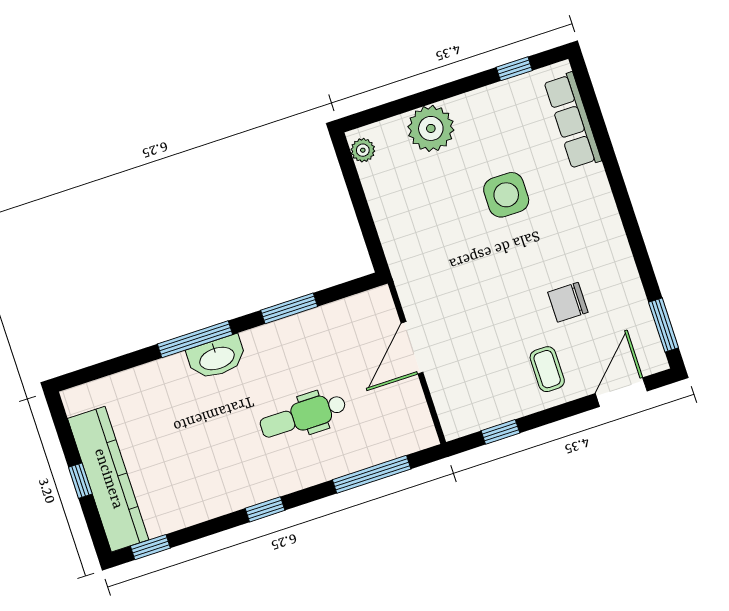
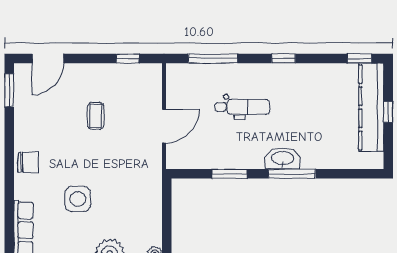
chair: (568, 302) -> (28, 162), moved
coffee table: (547, 369) -> (96, 116), moved

